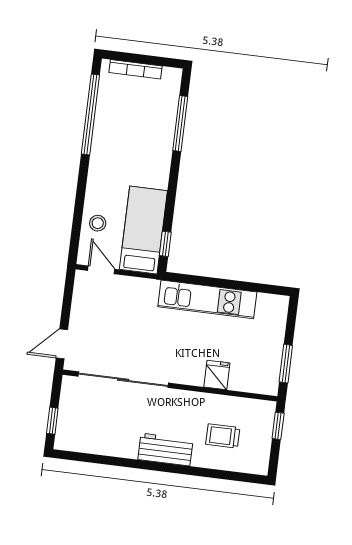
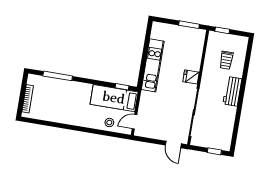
window: (90, 115) -> (51, 124), removed
fridge: (217, 375) -> (191, 77), moved

